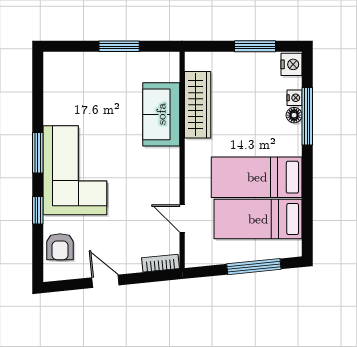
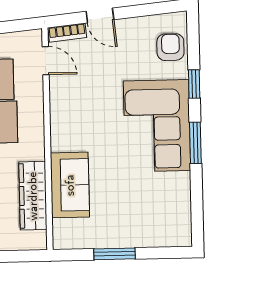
door: (182, 218) -> (46, 61), moved
door: (105, 281) -> (100, 16), moved

